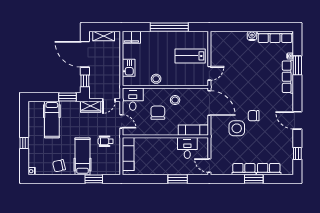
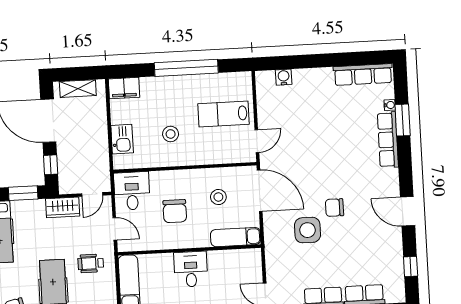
water cooler: (252, 36) -> (284, 77), moved
stool: (156, 79) -> (171, 134), moved
stool: (175, 100) -> (218, 197), moved
chair: (158, 113) -> (175, 211), turned 180
desk: (187, 148) -> (191, 269), moved

